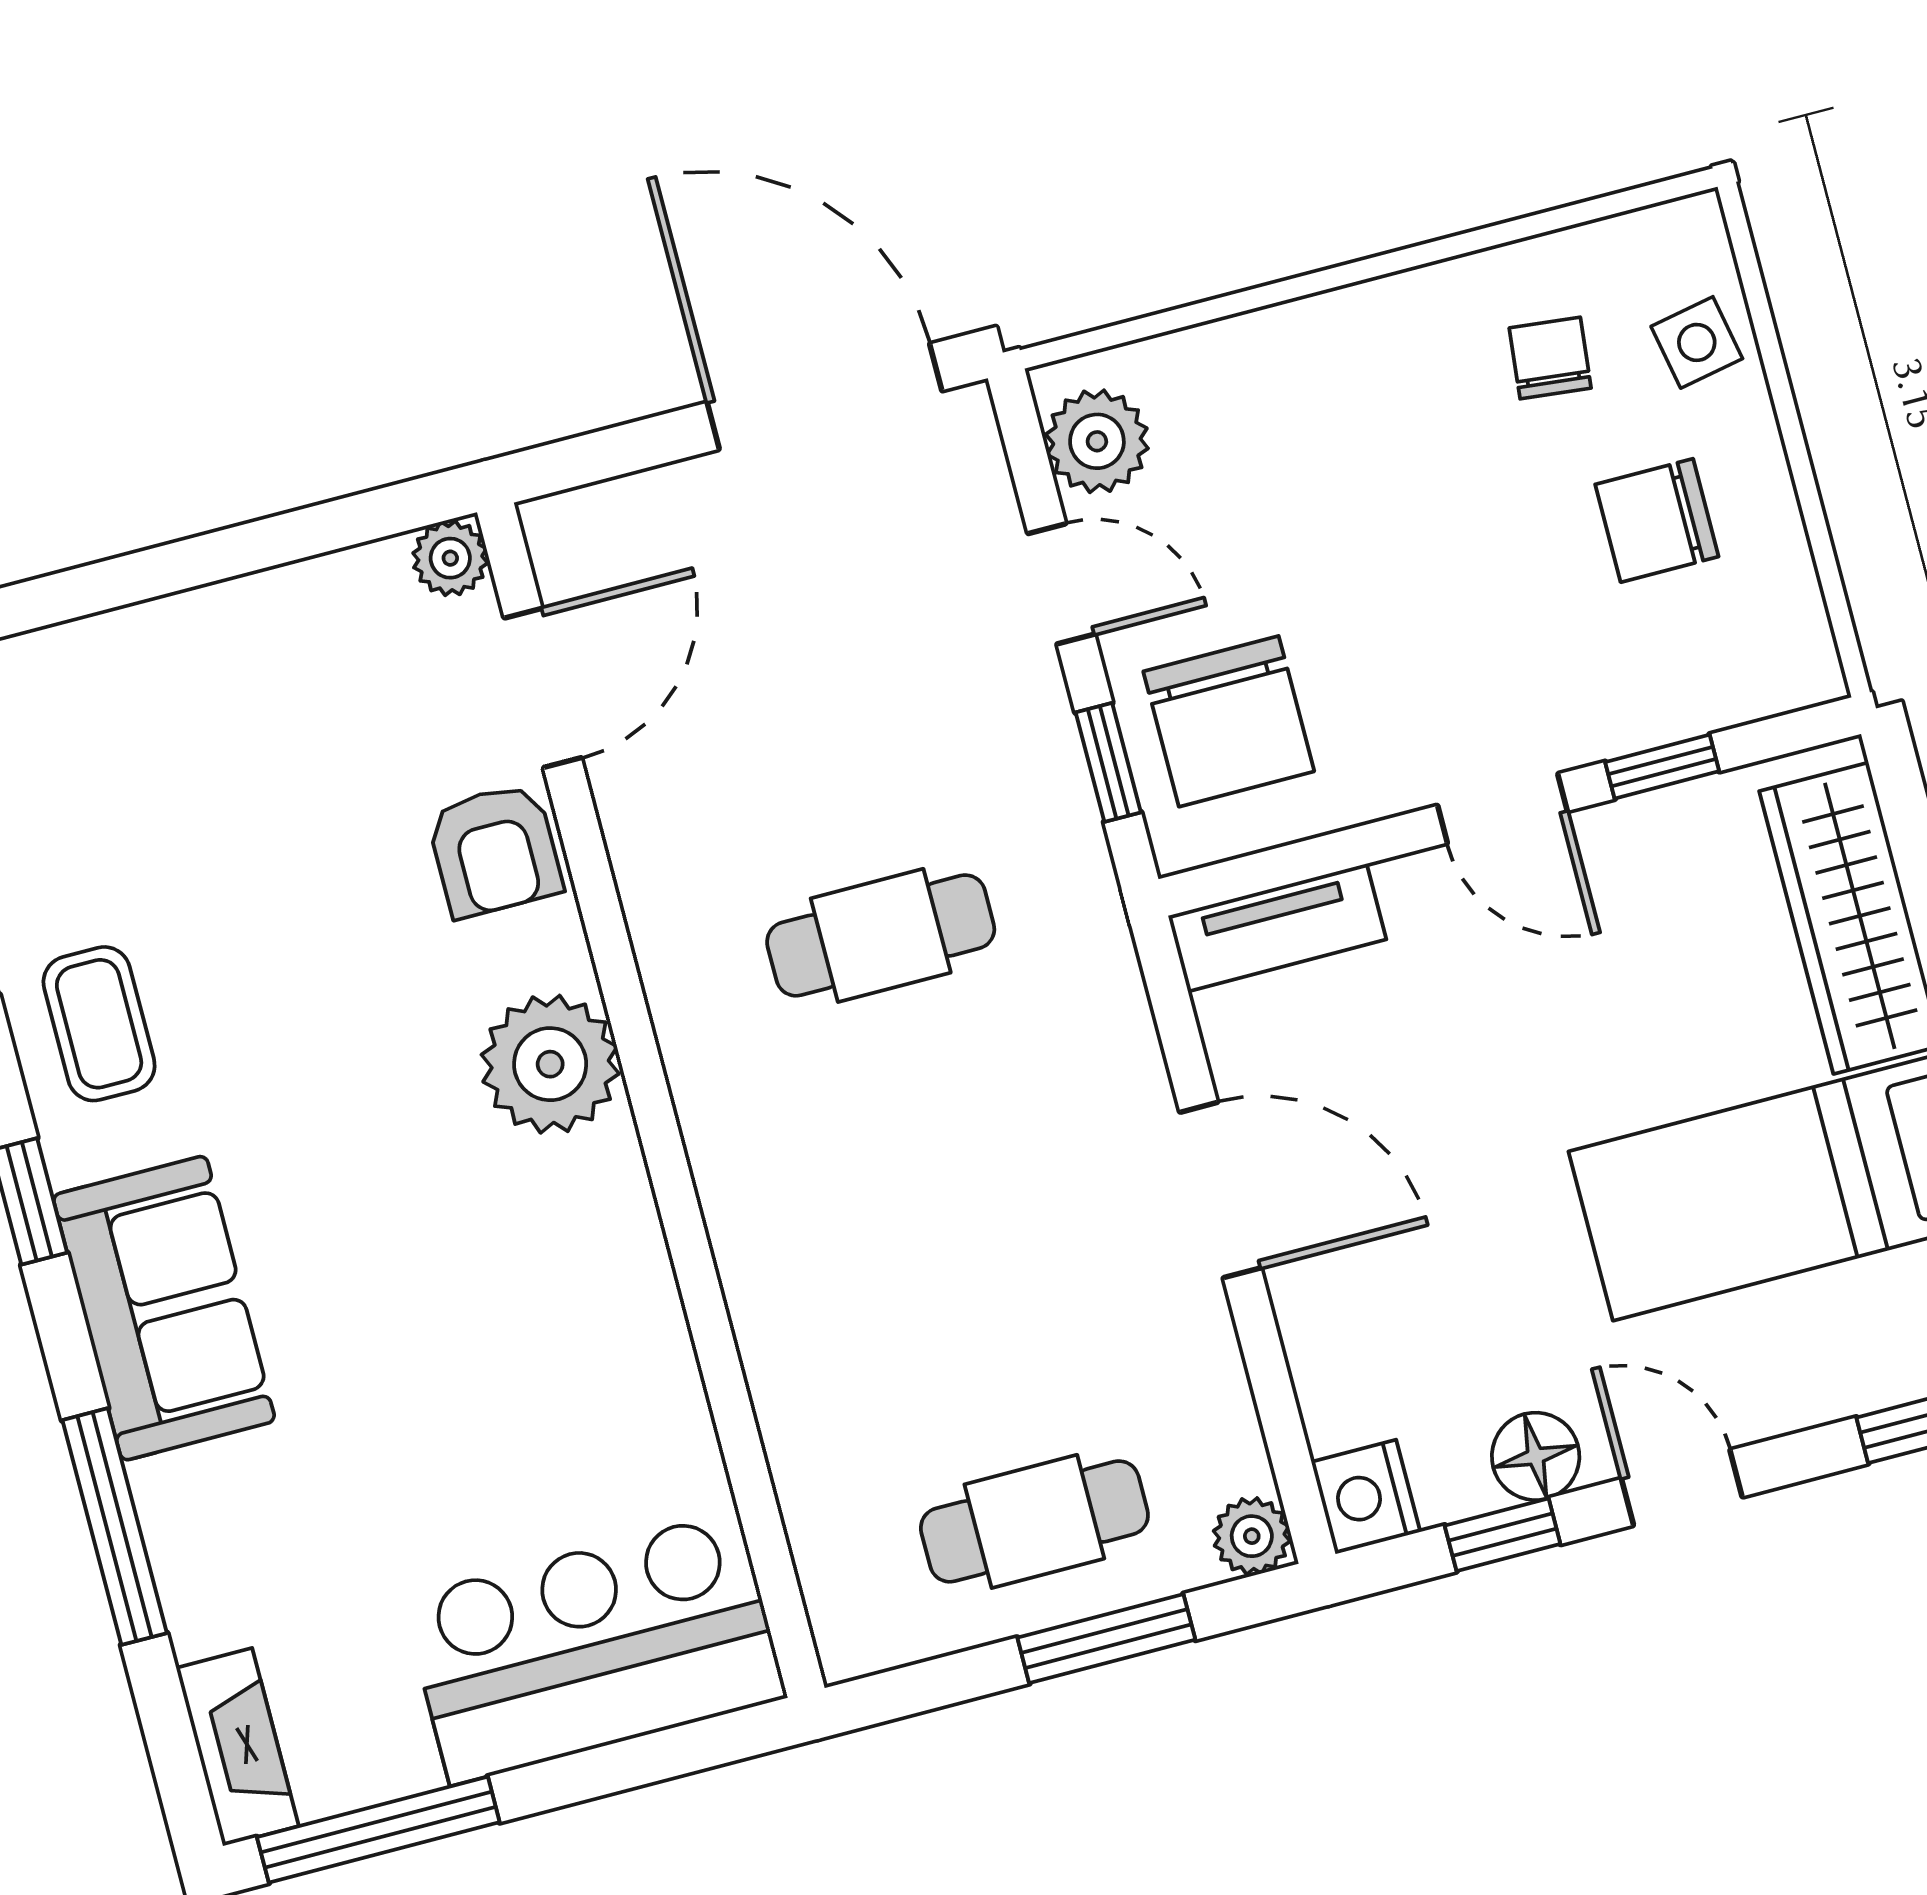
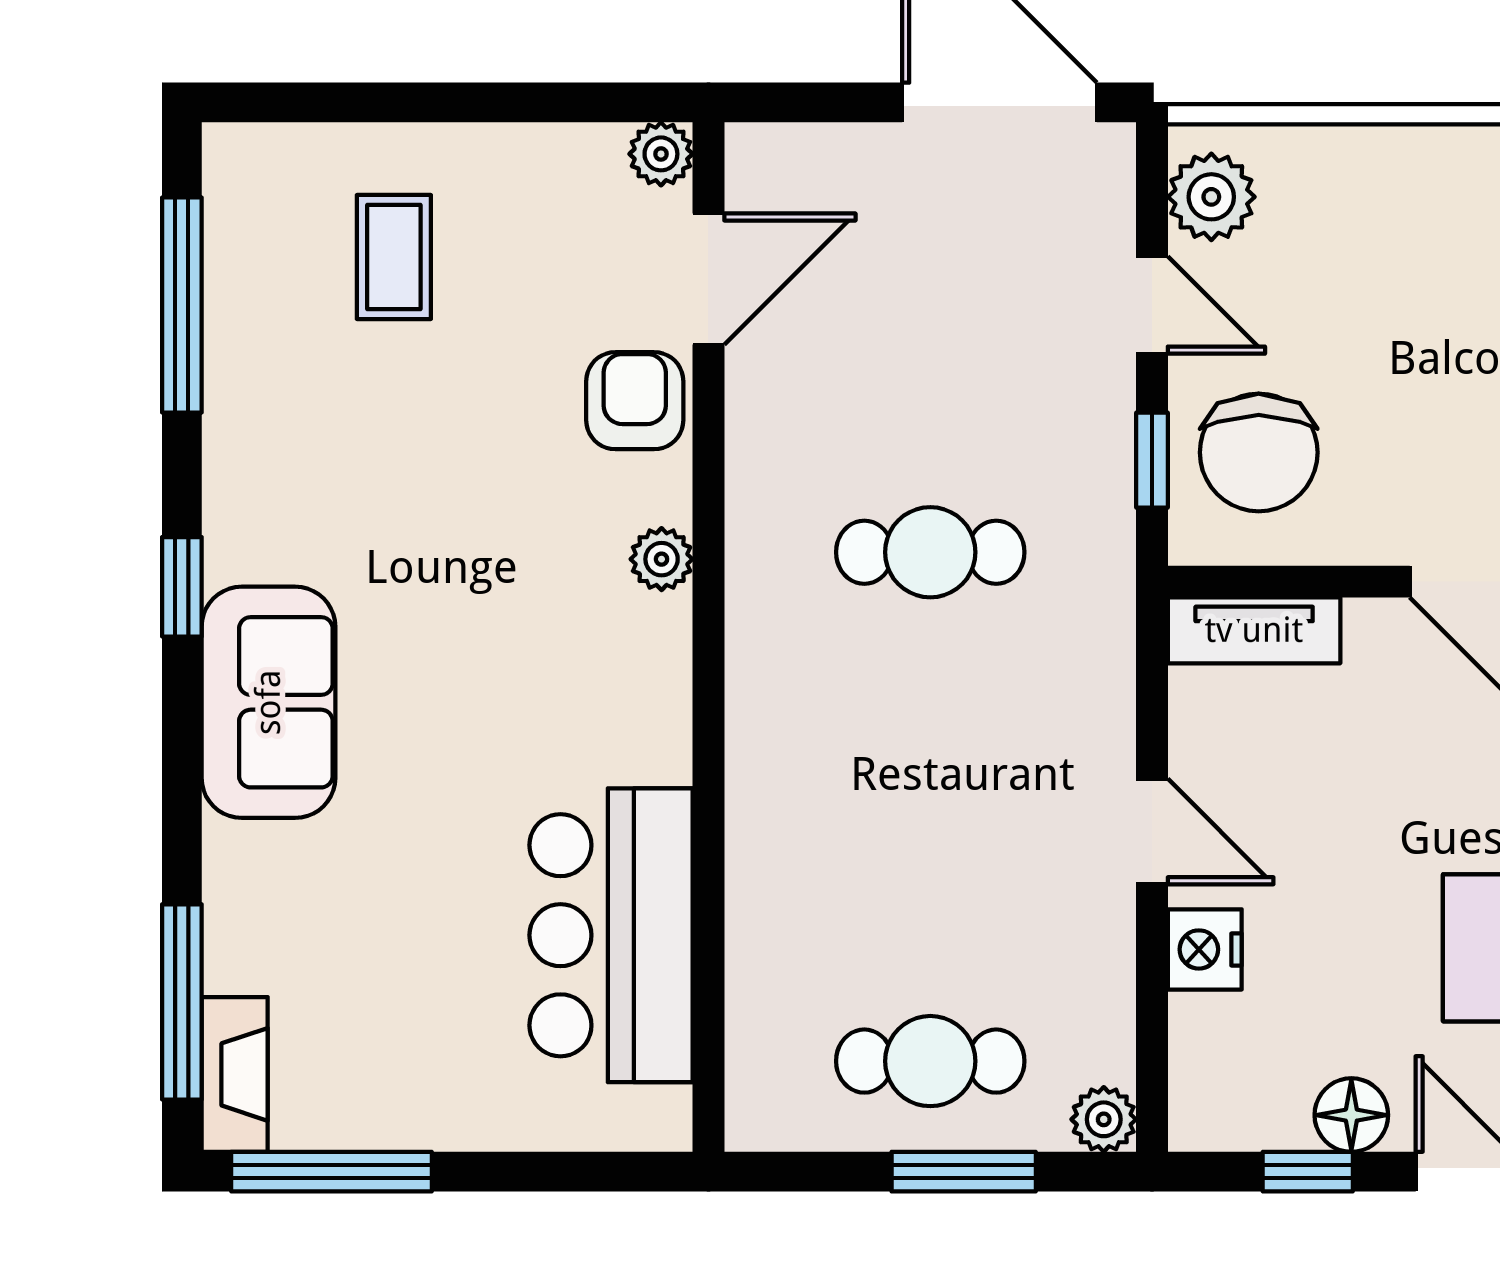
armchair: (495, 850) -> (635, 401), turned 180
coffee table: (99, 1024) -> (394, 257), moved
plant: (550, 1064) -> (662, 559), width x0.53, depth x0.53
door: (1220, 1190) -> (1152, 832), width x0.73
nightstand: (1366, 1497) -> (1205, 949), moved
window: (115, 1527) -> (182, 1002), moved
bar counter: (594, 1648) -> (611, 935), moved, turned -90

